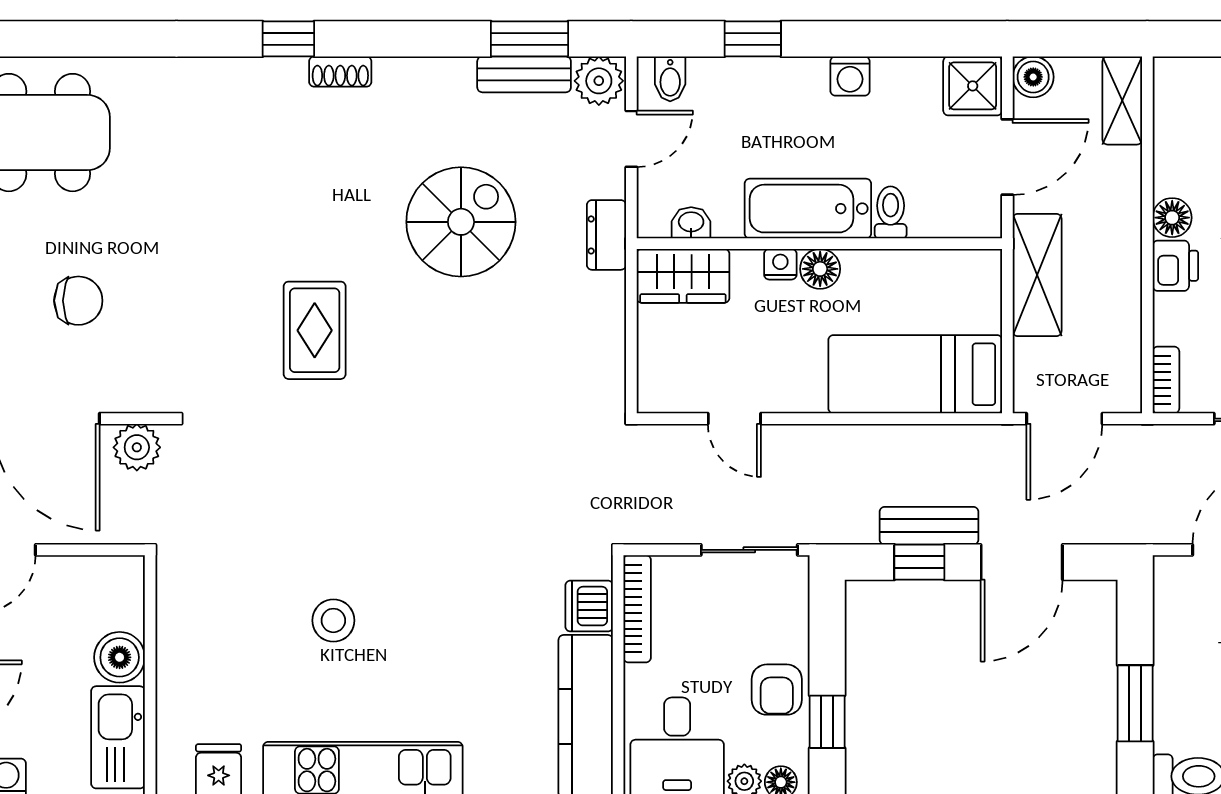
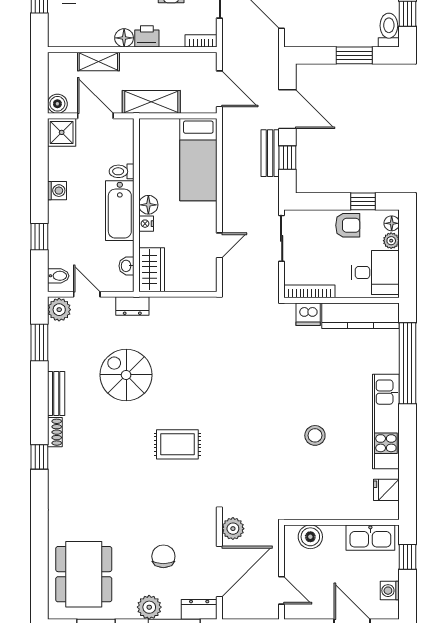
bench: (524, 74) -> (56, 394), moved
shelving: (1122, 100) -> (98, 62), moved
boiler: (120, 657) -> (310, 537), moved

